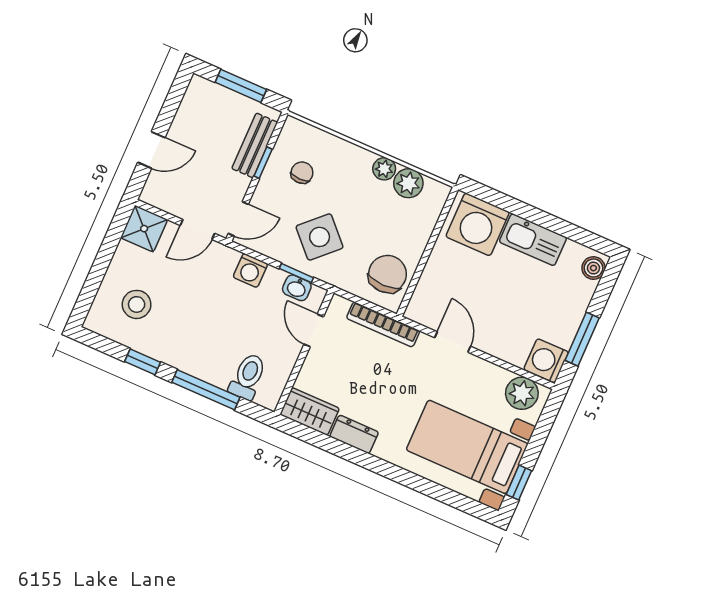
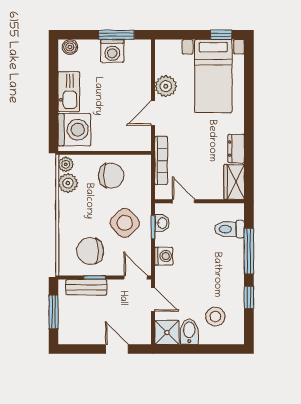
plant: (384, 169) -> (66, 164), moved
chair: (302, 173) -> (90, 251), width x1.87, depth x1.87
bidet: (132, 260) -> (189, 332), added
chair: (387, 274) -> (111, 176), moved, turned 180
door: (314, 330) -> (183, 201), swing flipped
washing machine: (546, 361) -> (112, 51), moved
plant: (522, 393) -> (166, 86), moved

